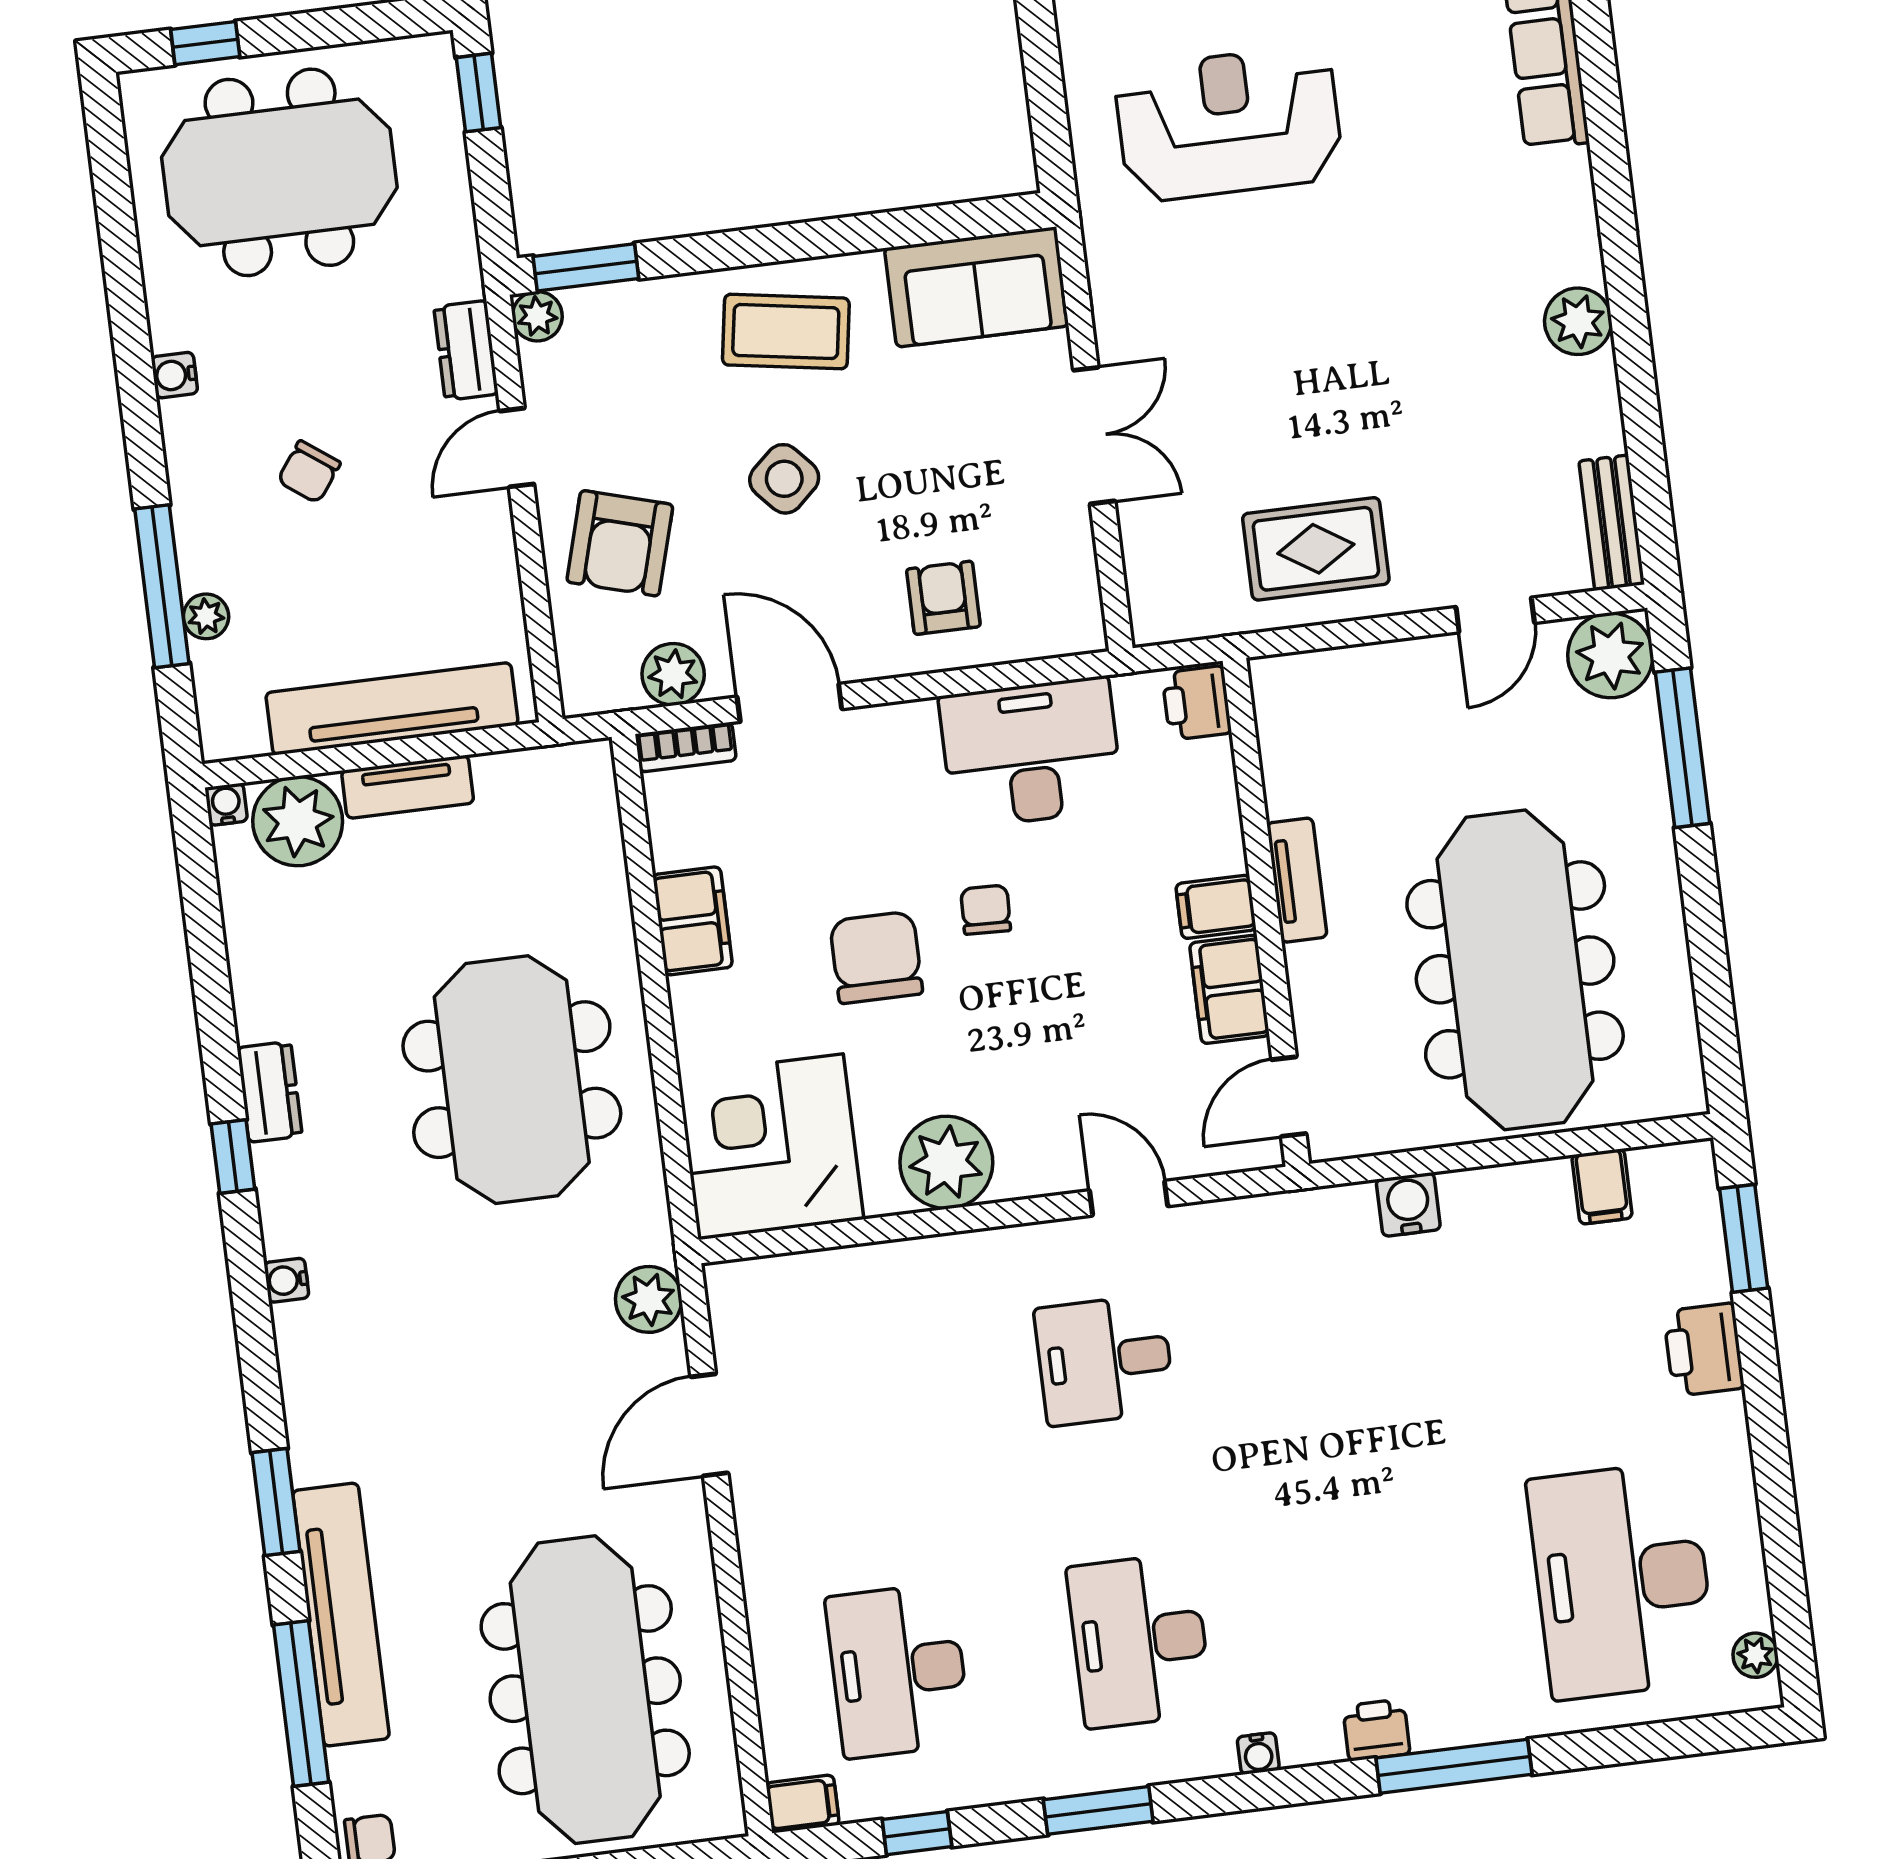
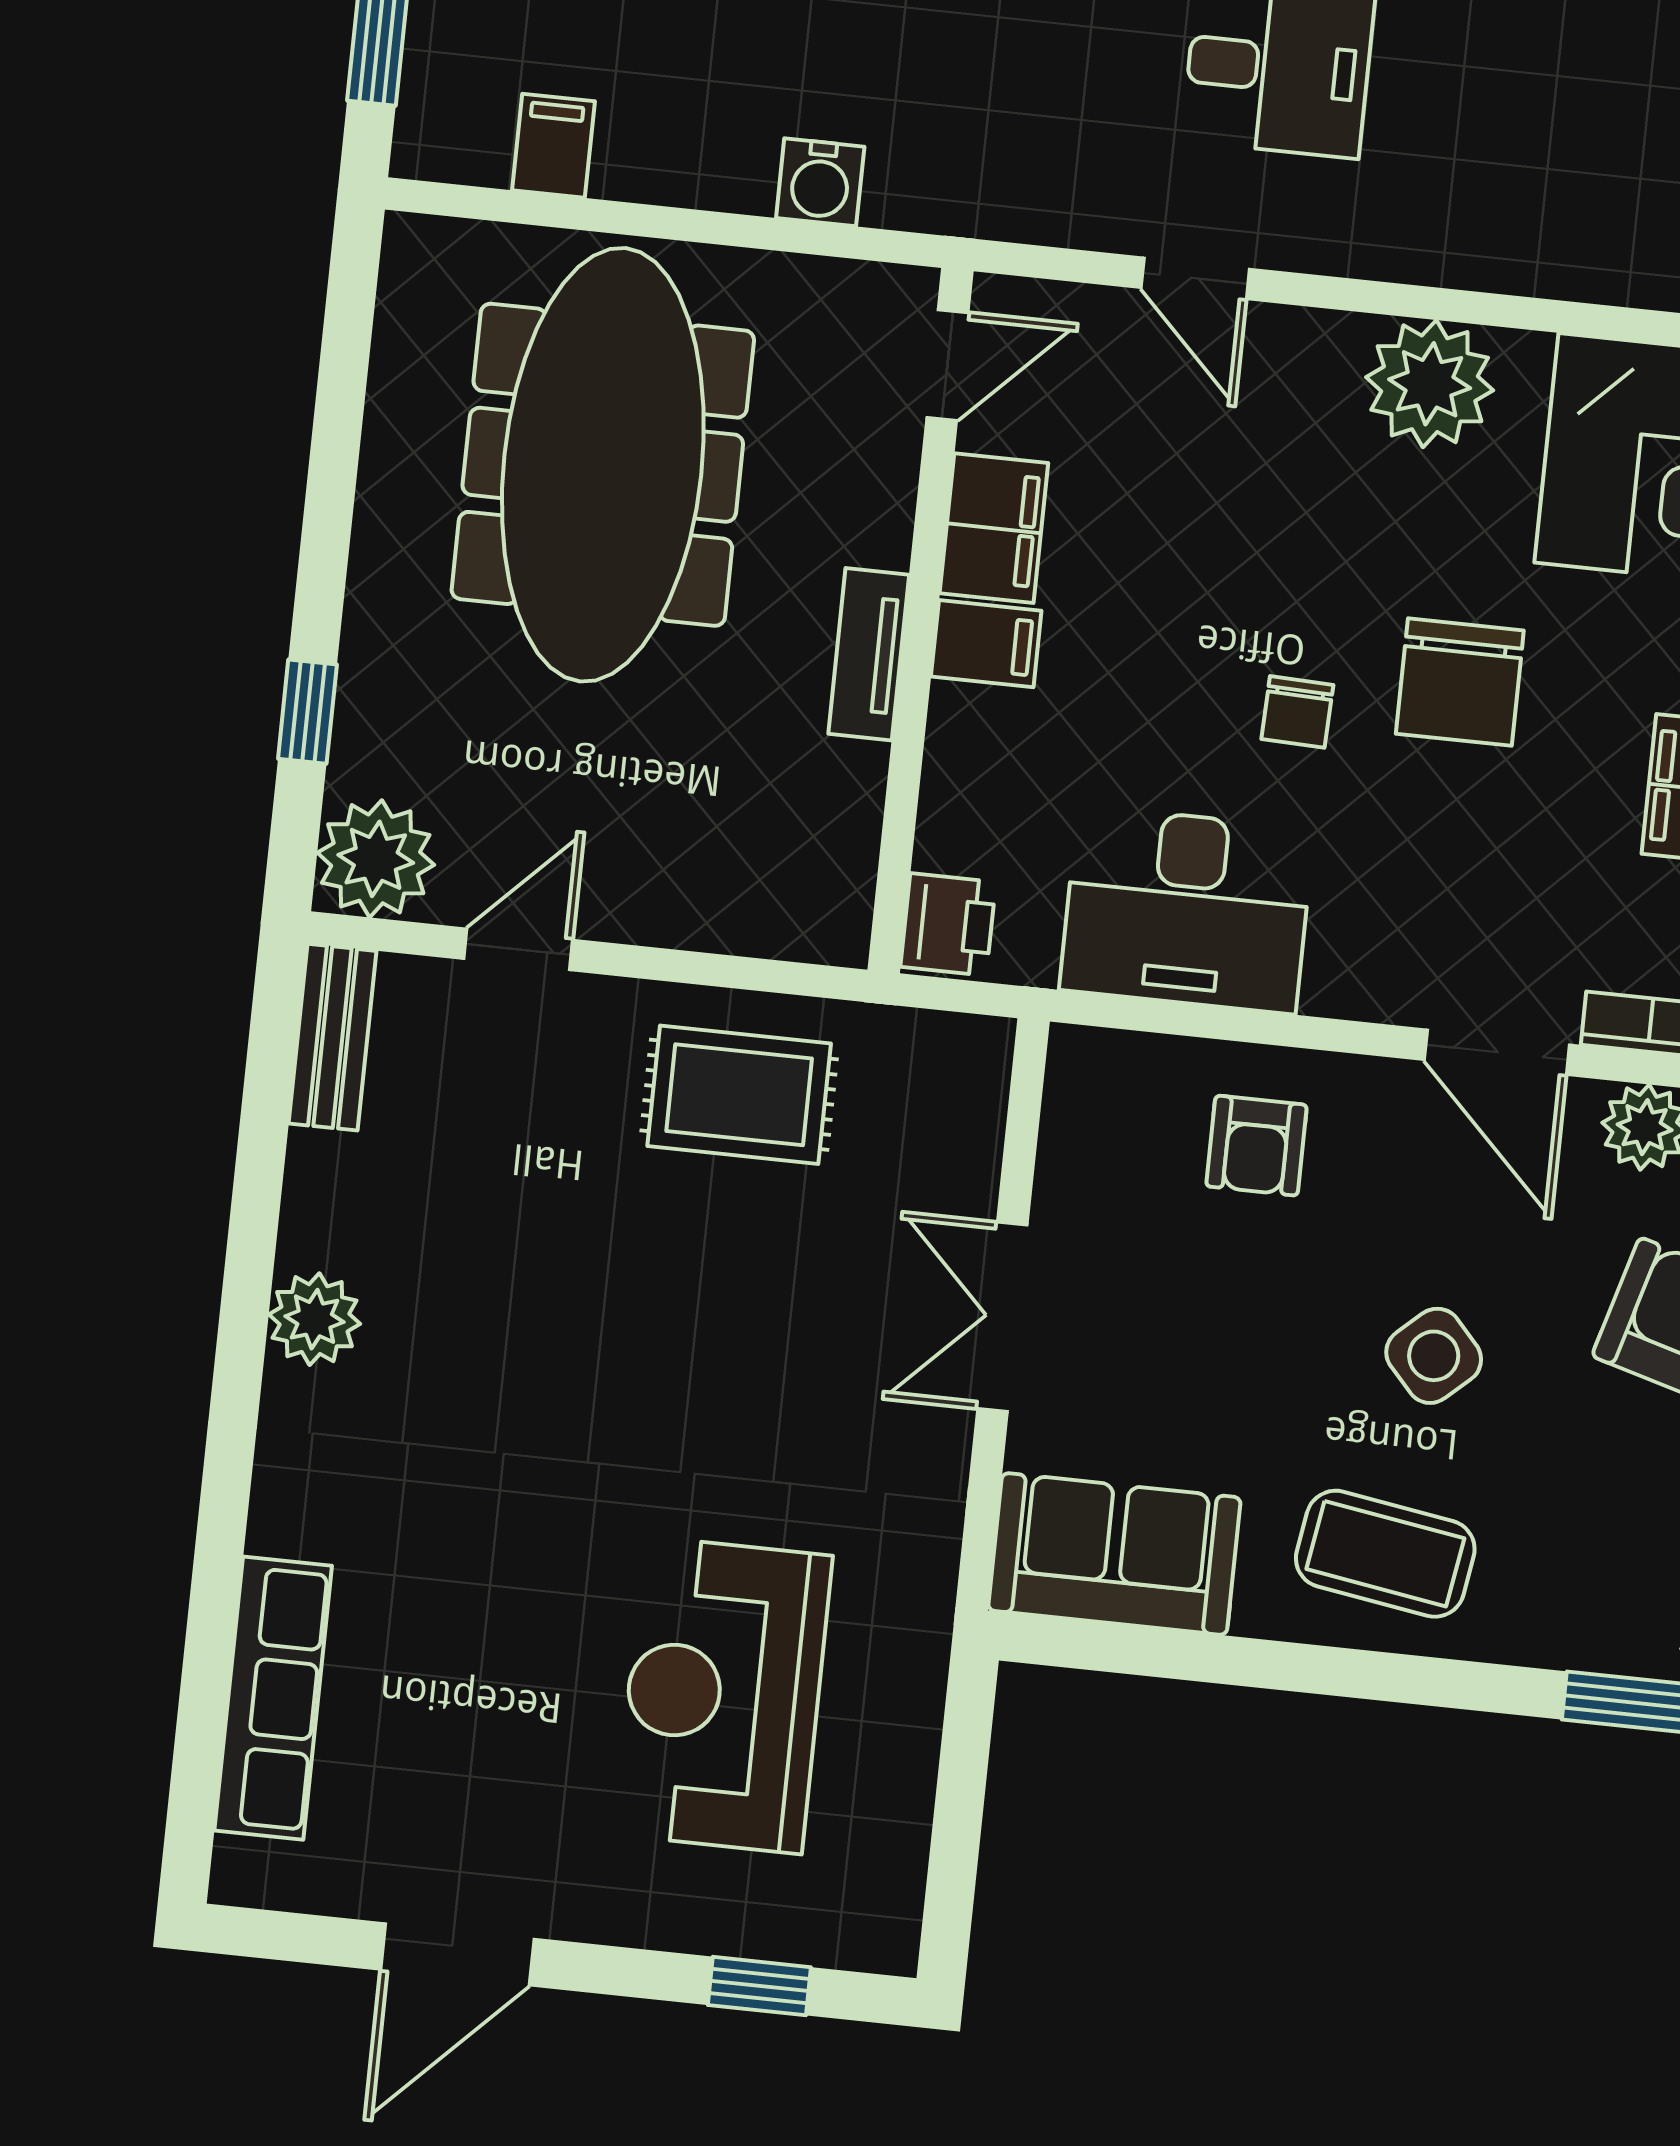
reception desk: (1229, 124) -> (723, 1695), turned 90
window: (1683, 748) -> (307, 712), width x0.46

